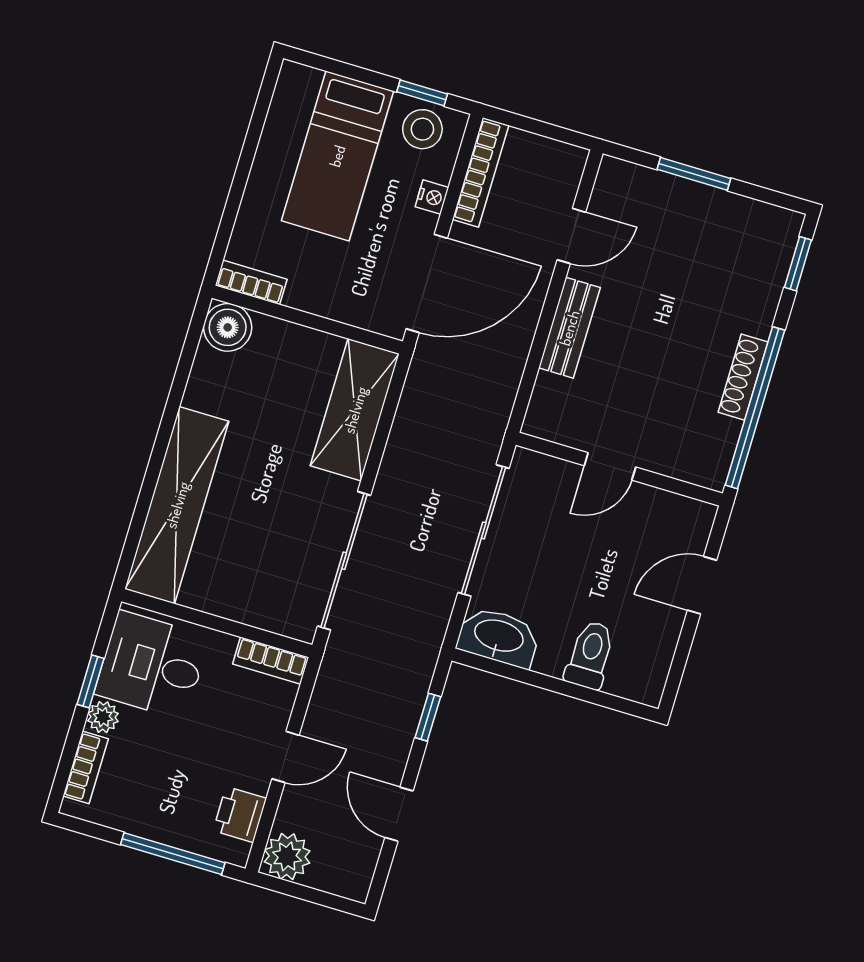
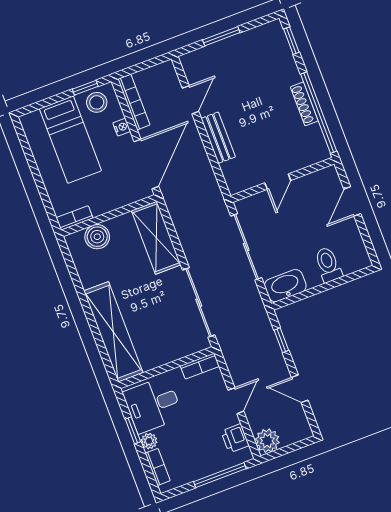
boiler: (228, 327) -> (97, 237), moved

